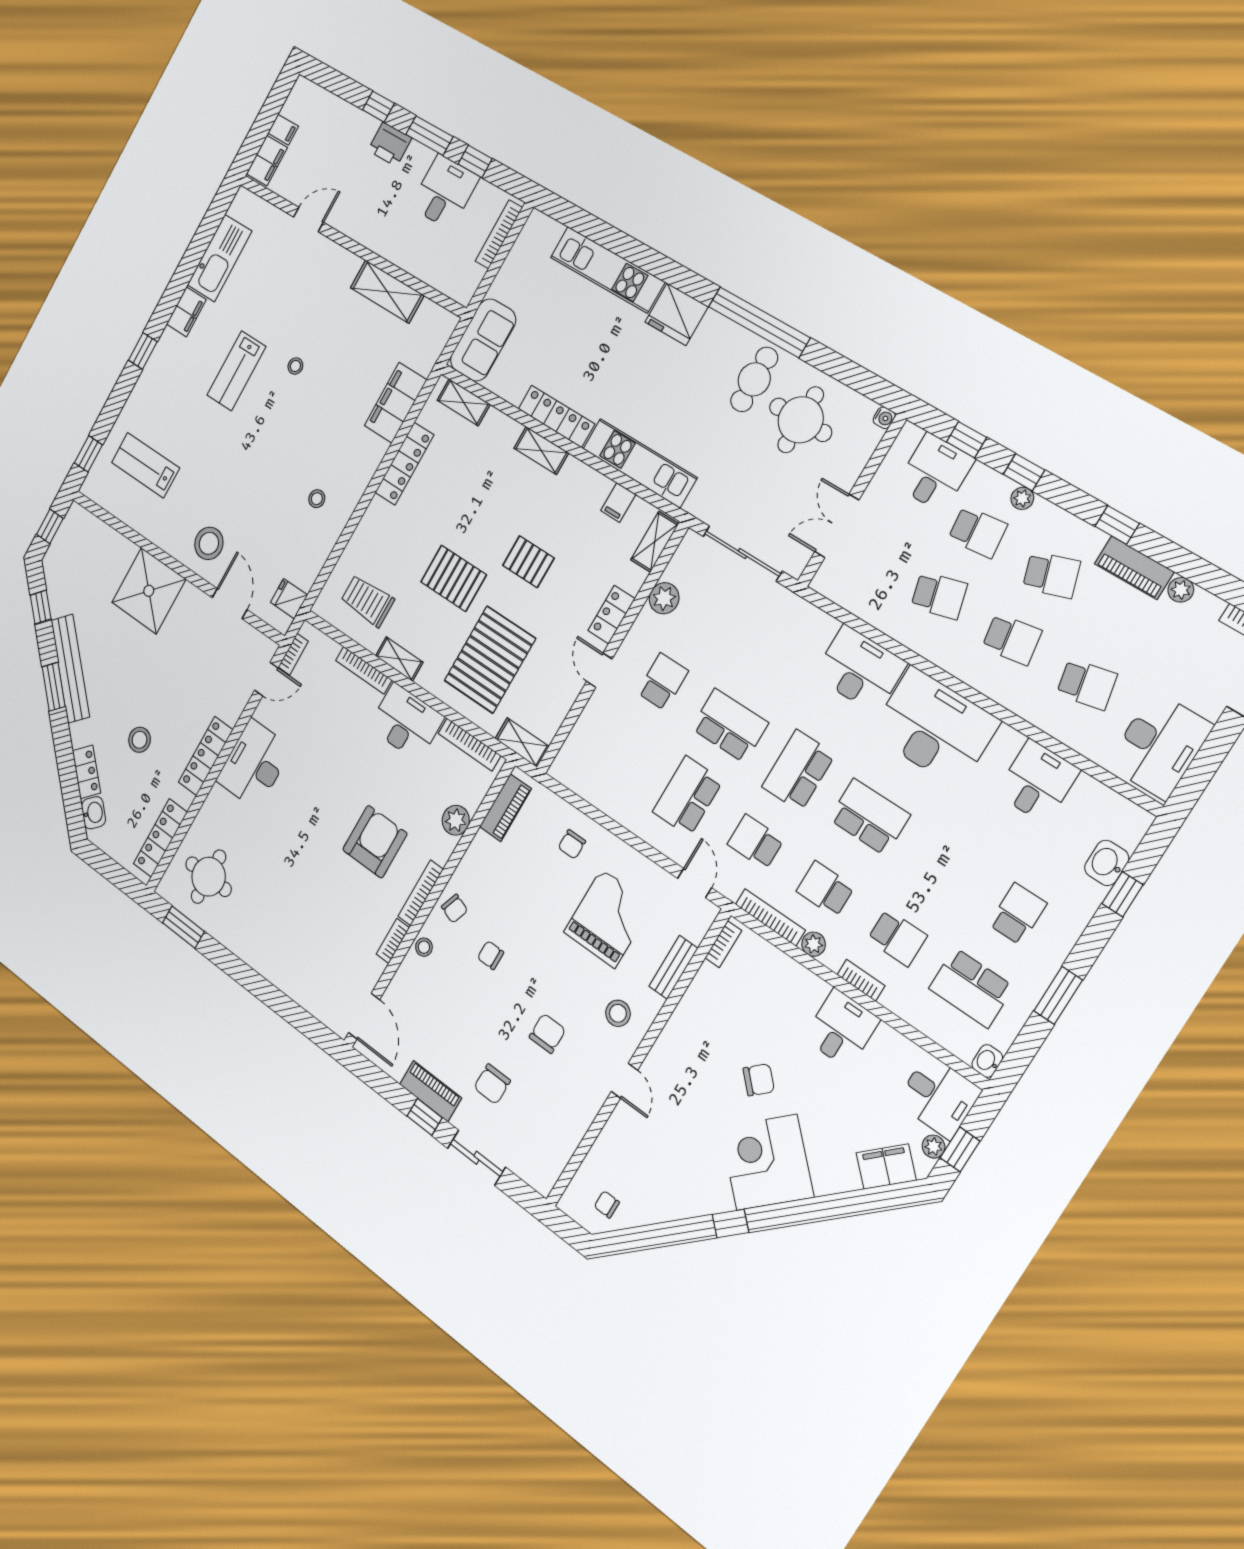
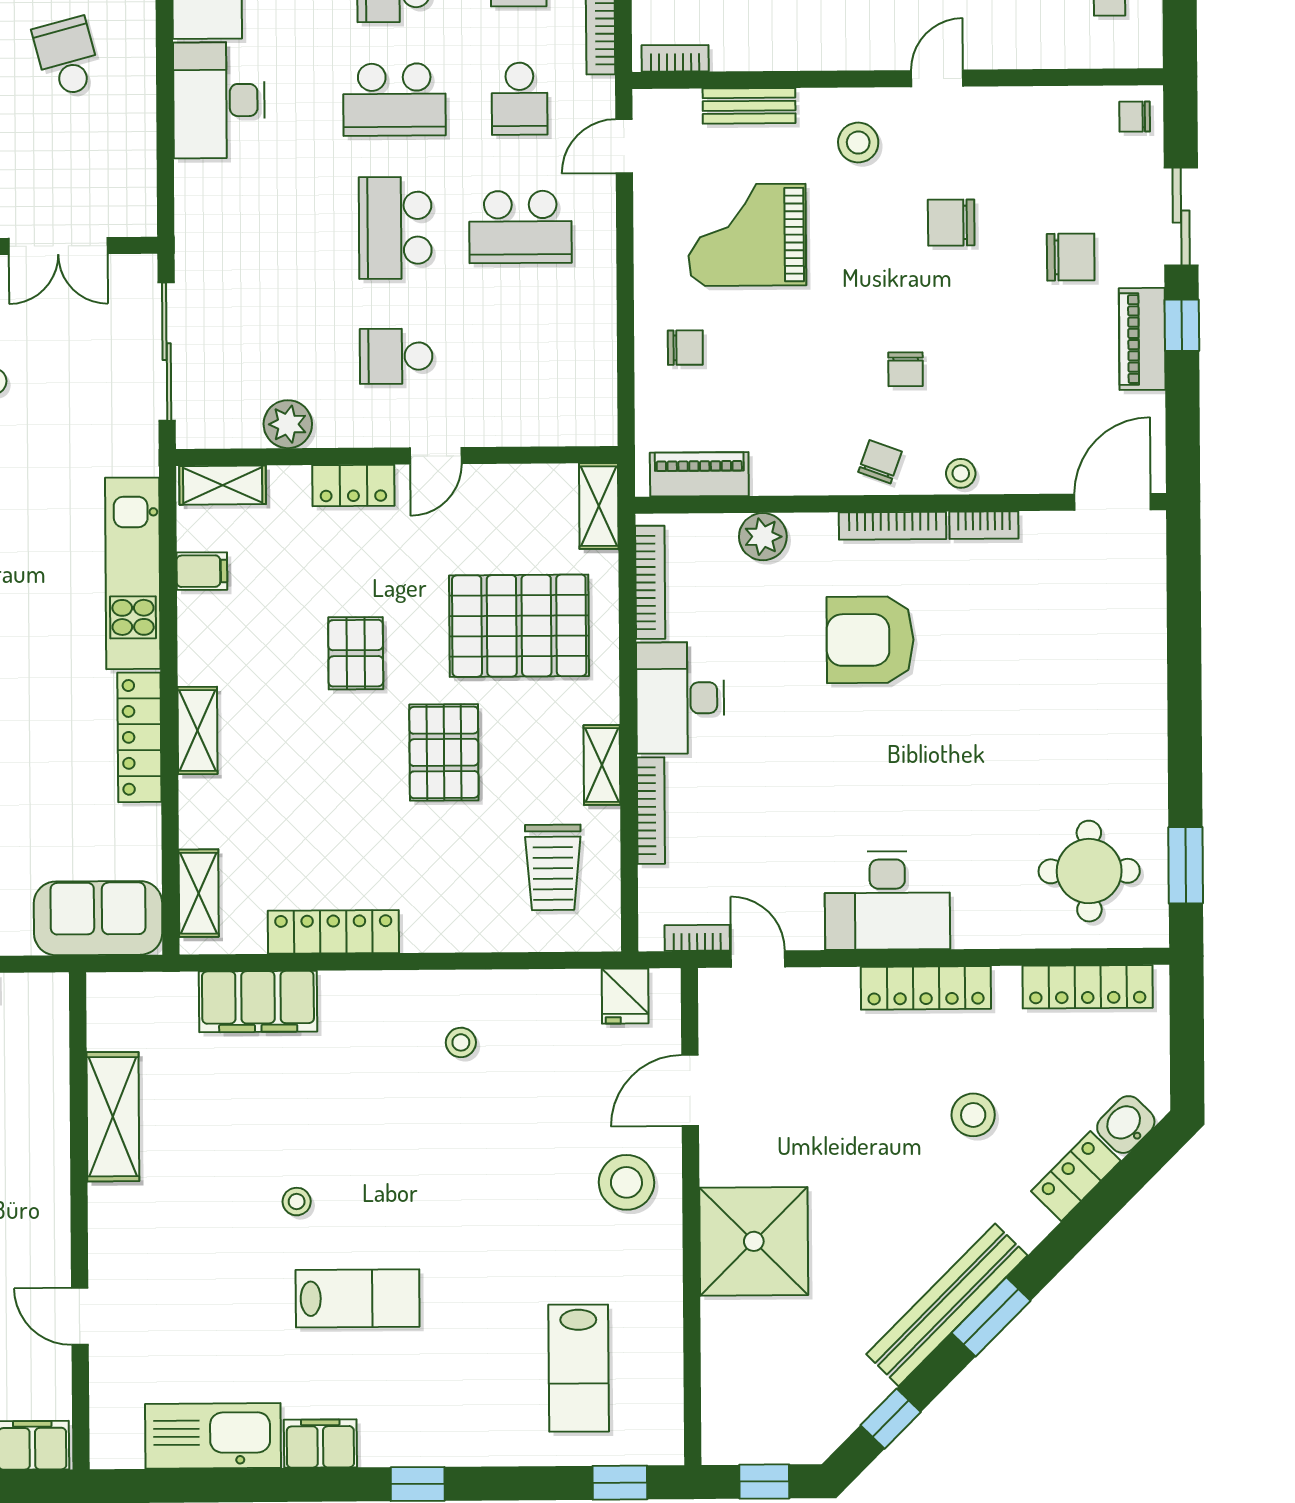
chair: (540, 1172) -> (1135, 117), added

